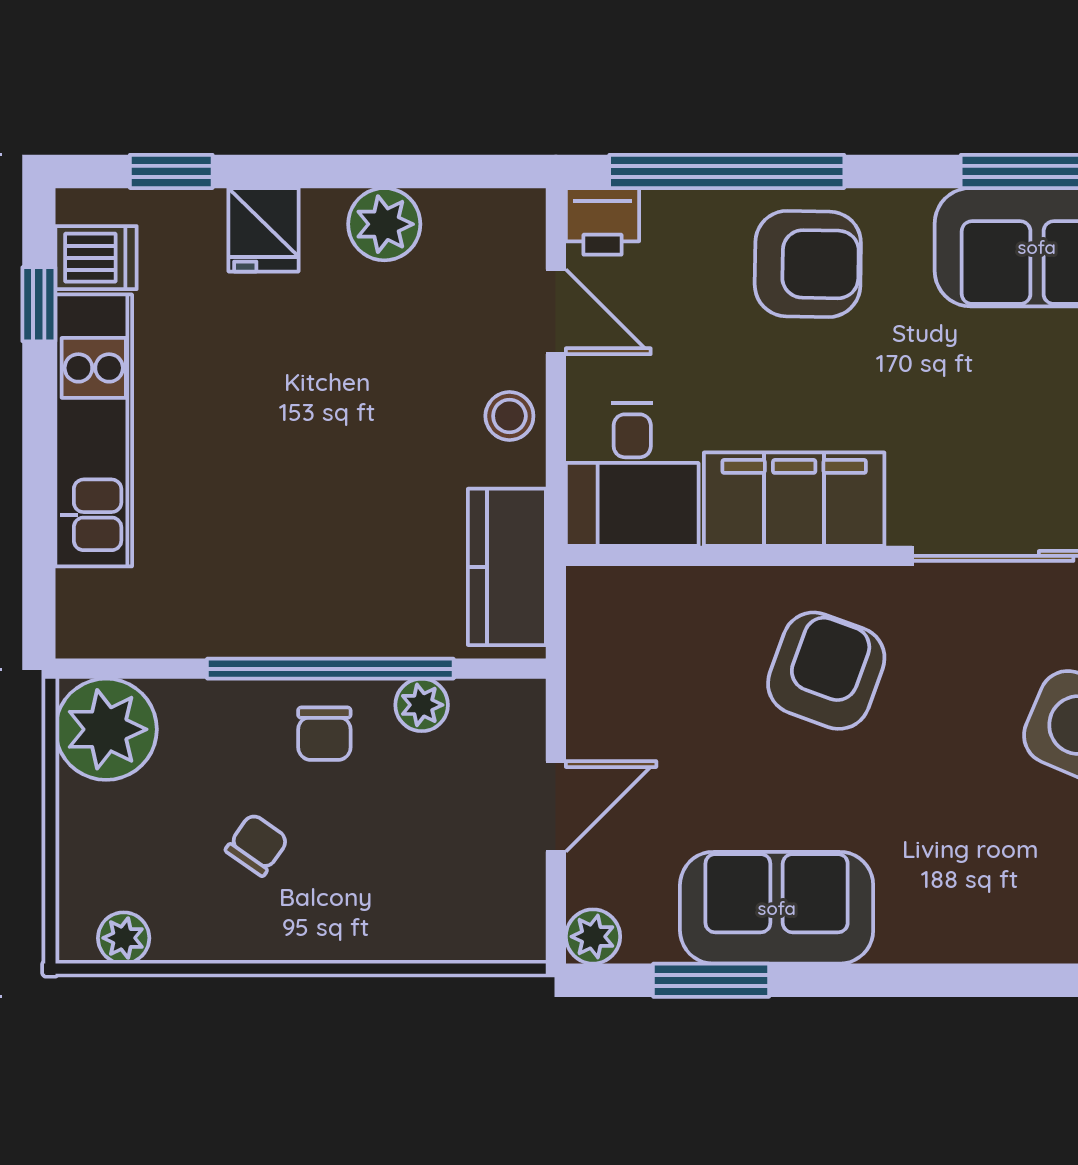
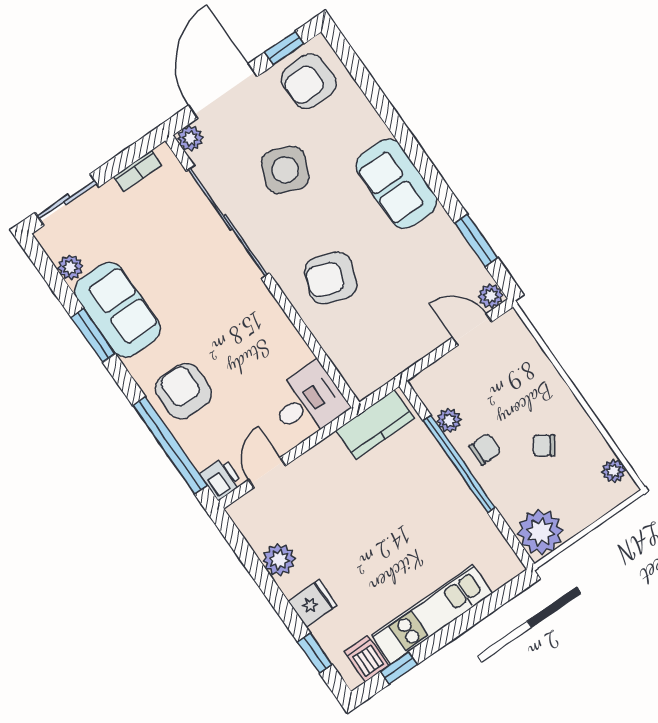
stool: (509, 416) -> (318, 463), removed
filing cabinet: (794, 499) -> (275, 335), removed
door: (556, 806) -> (472, 330), moved
sofa: (777, 908) -> (396, 184), moved

